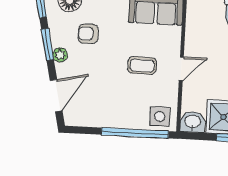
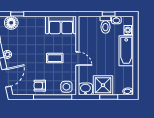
armchair: (88, 34) -> (40, 86), moved
door: (181, 69) -> (77, 59), hinge flipped

